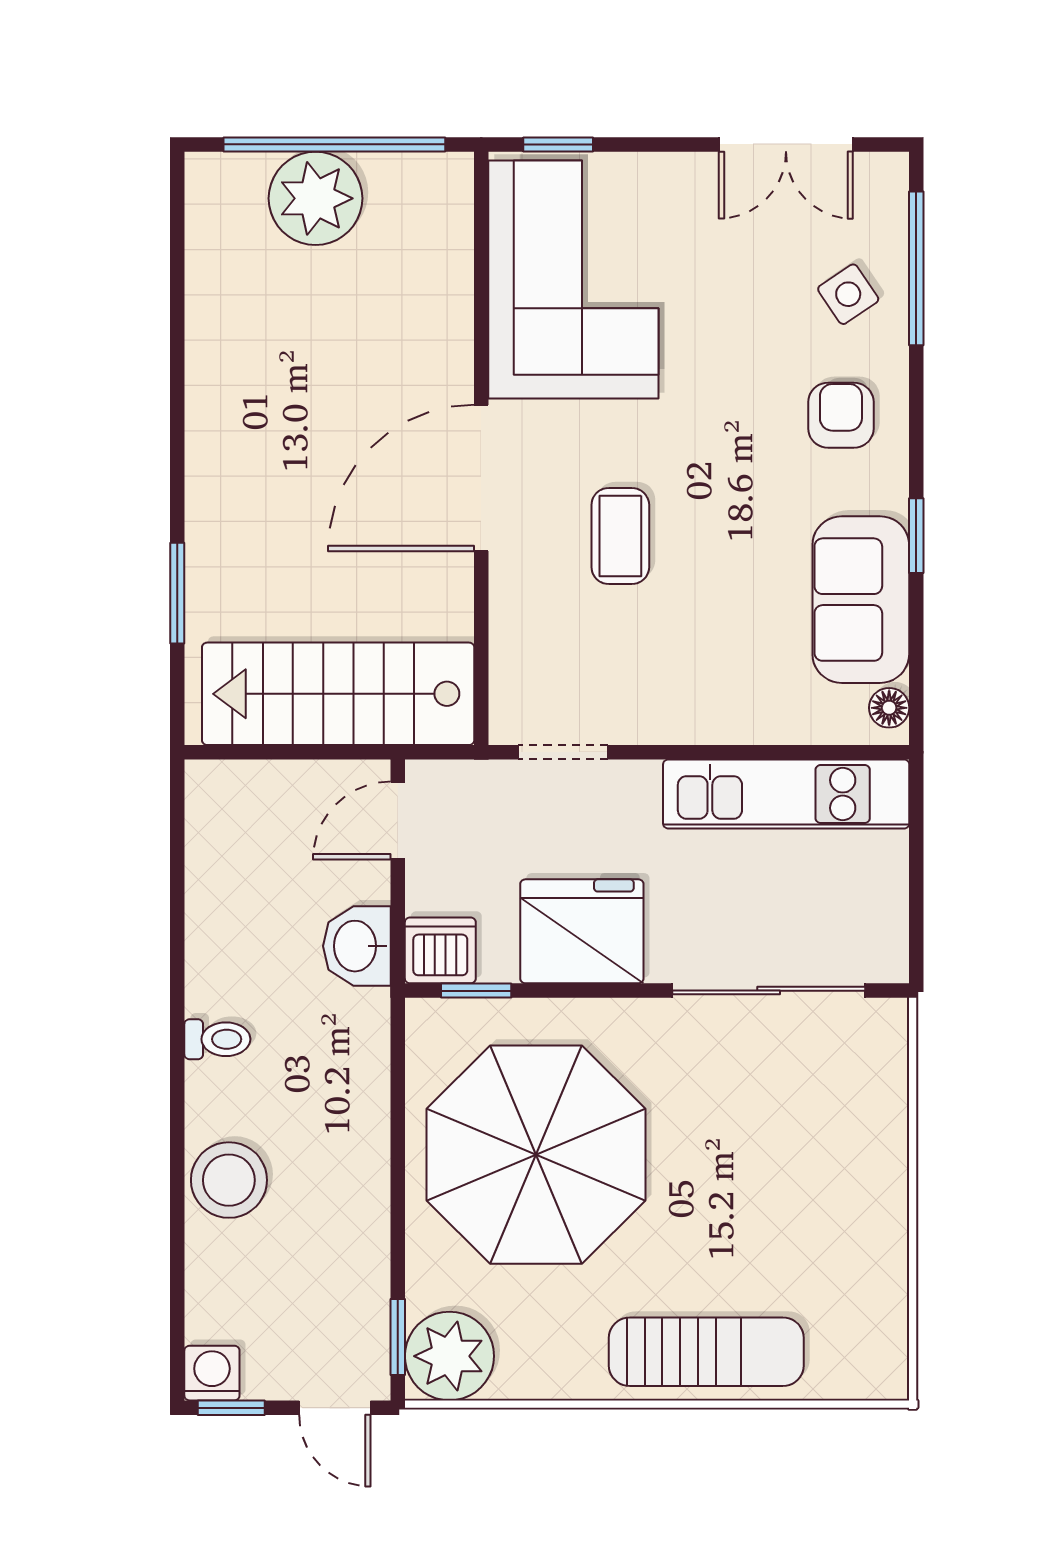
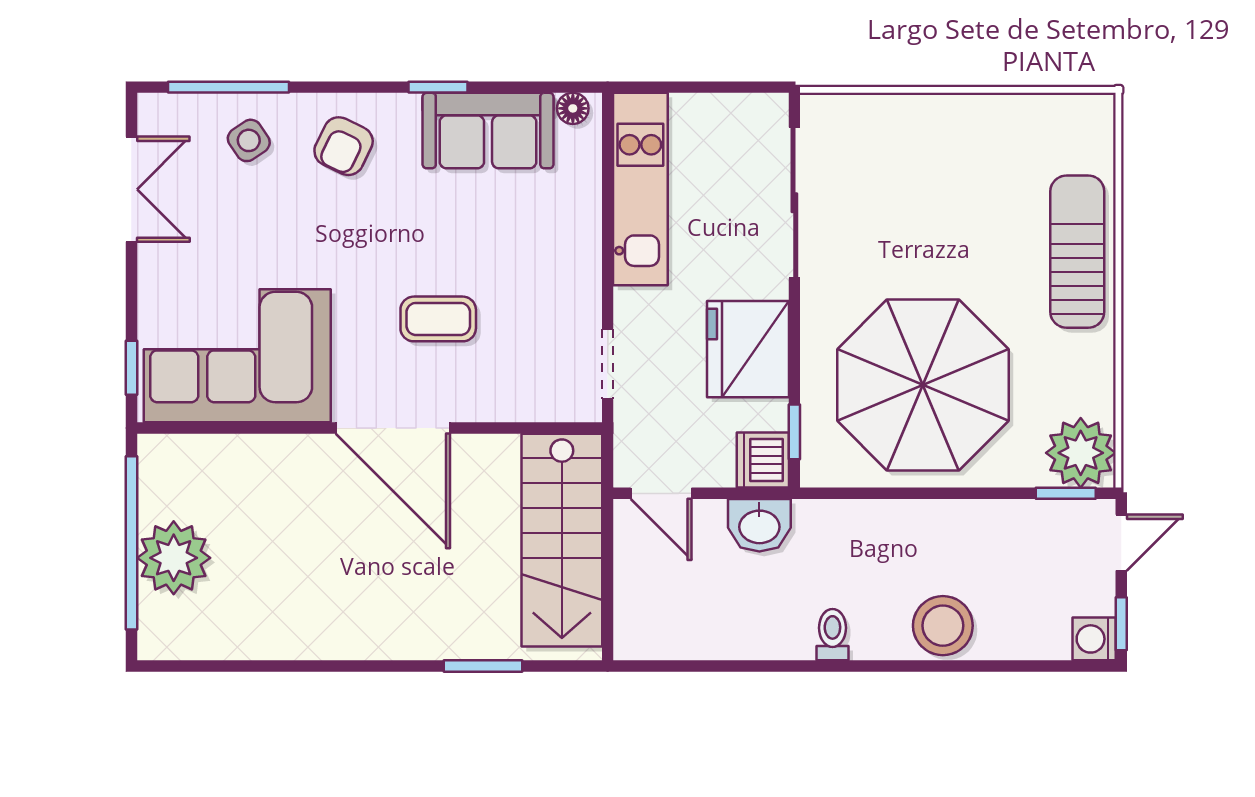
armchair: (841, 415) -> (344, 146), turned -64

